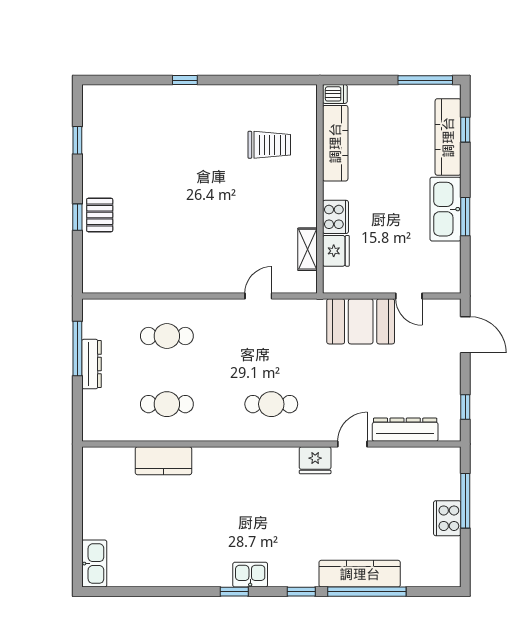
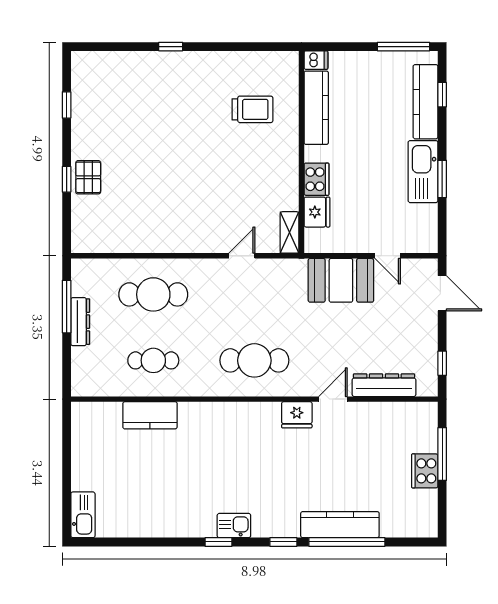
shelving: (308, 249) -> (290, 232), moved
cafe table: (167, 336) -> (153, 294), width x1.37, depth x1.35
cafe table: (271, 404) -> (254, 360), width x1.37, depth x1.35

